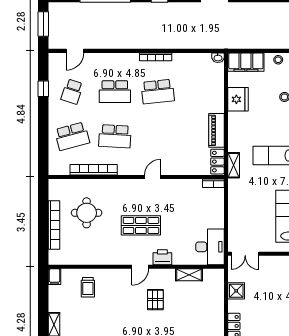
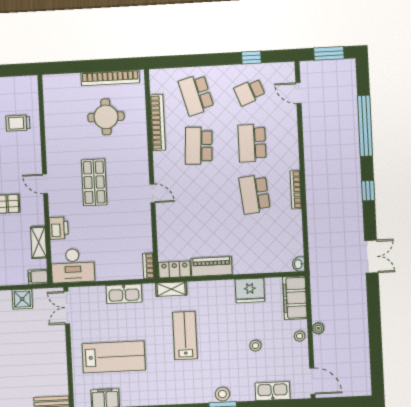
plant: (272, 44) -> (318, 328), added
school desk: (72, 92) -> (250, 92), turned -39
kitchen sink: (236, 205) -> (124, 294), added
bookcase: (54, 225) -> (110, 78), moved
printer: (162, 257) -> (59, 228), moved
filing cabinet: (55, 277) -> (38, 277), moved

